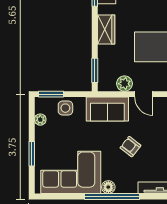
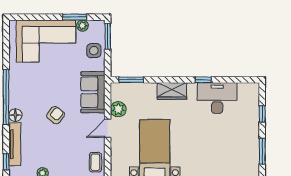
window: (32, 154) -> (75, 17), moved
corner sofa: (71, 172) -> (46, 41), moved, turned 90
floor lamp: (108, 187) -> (15, 115), moved

